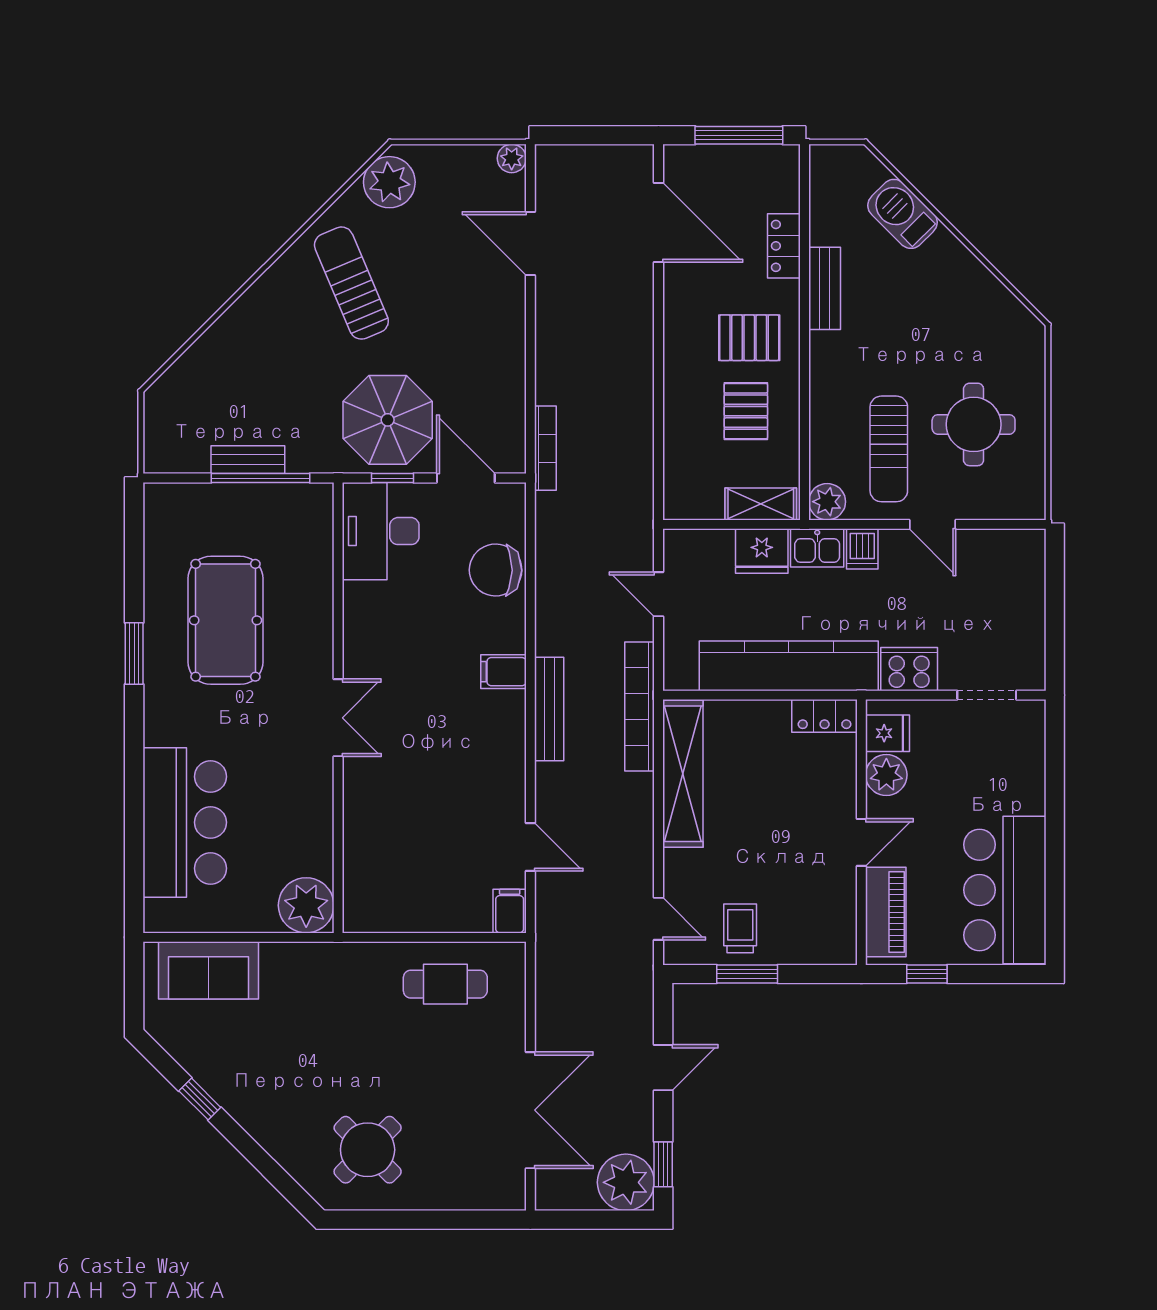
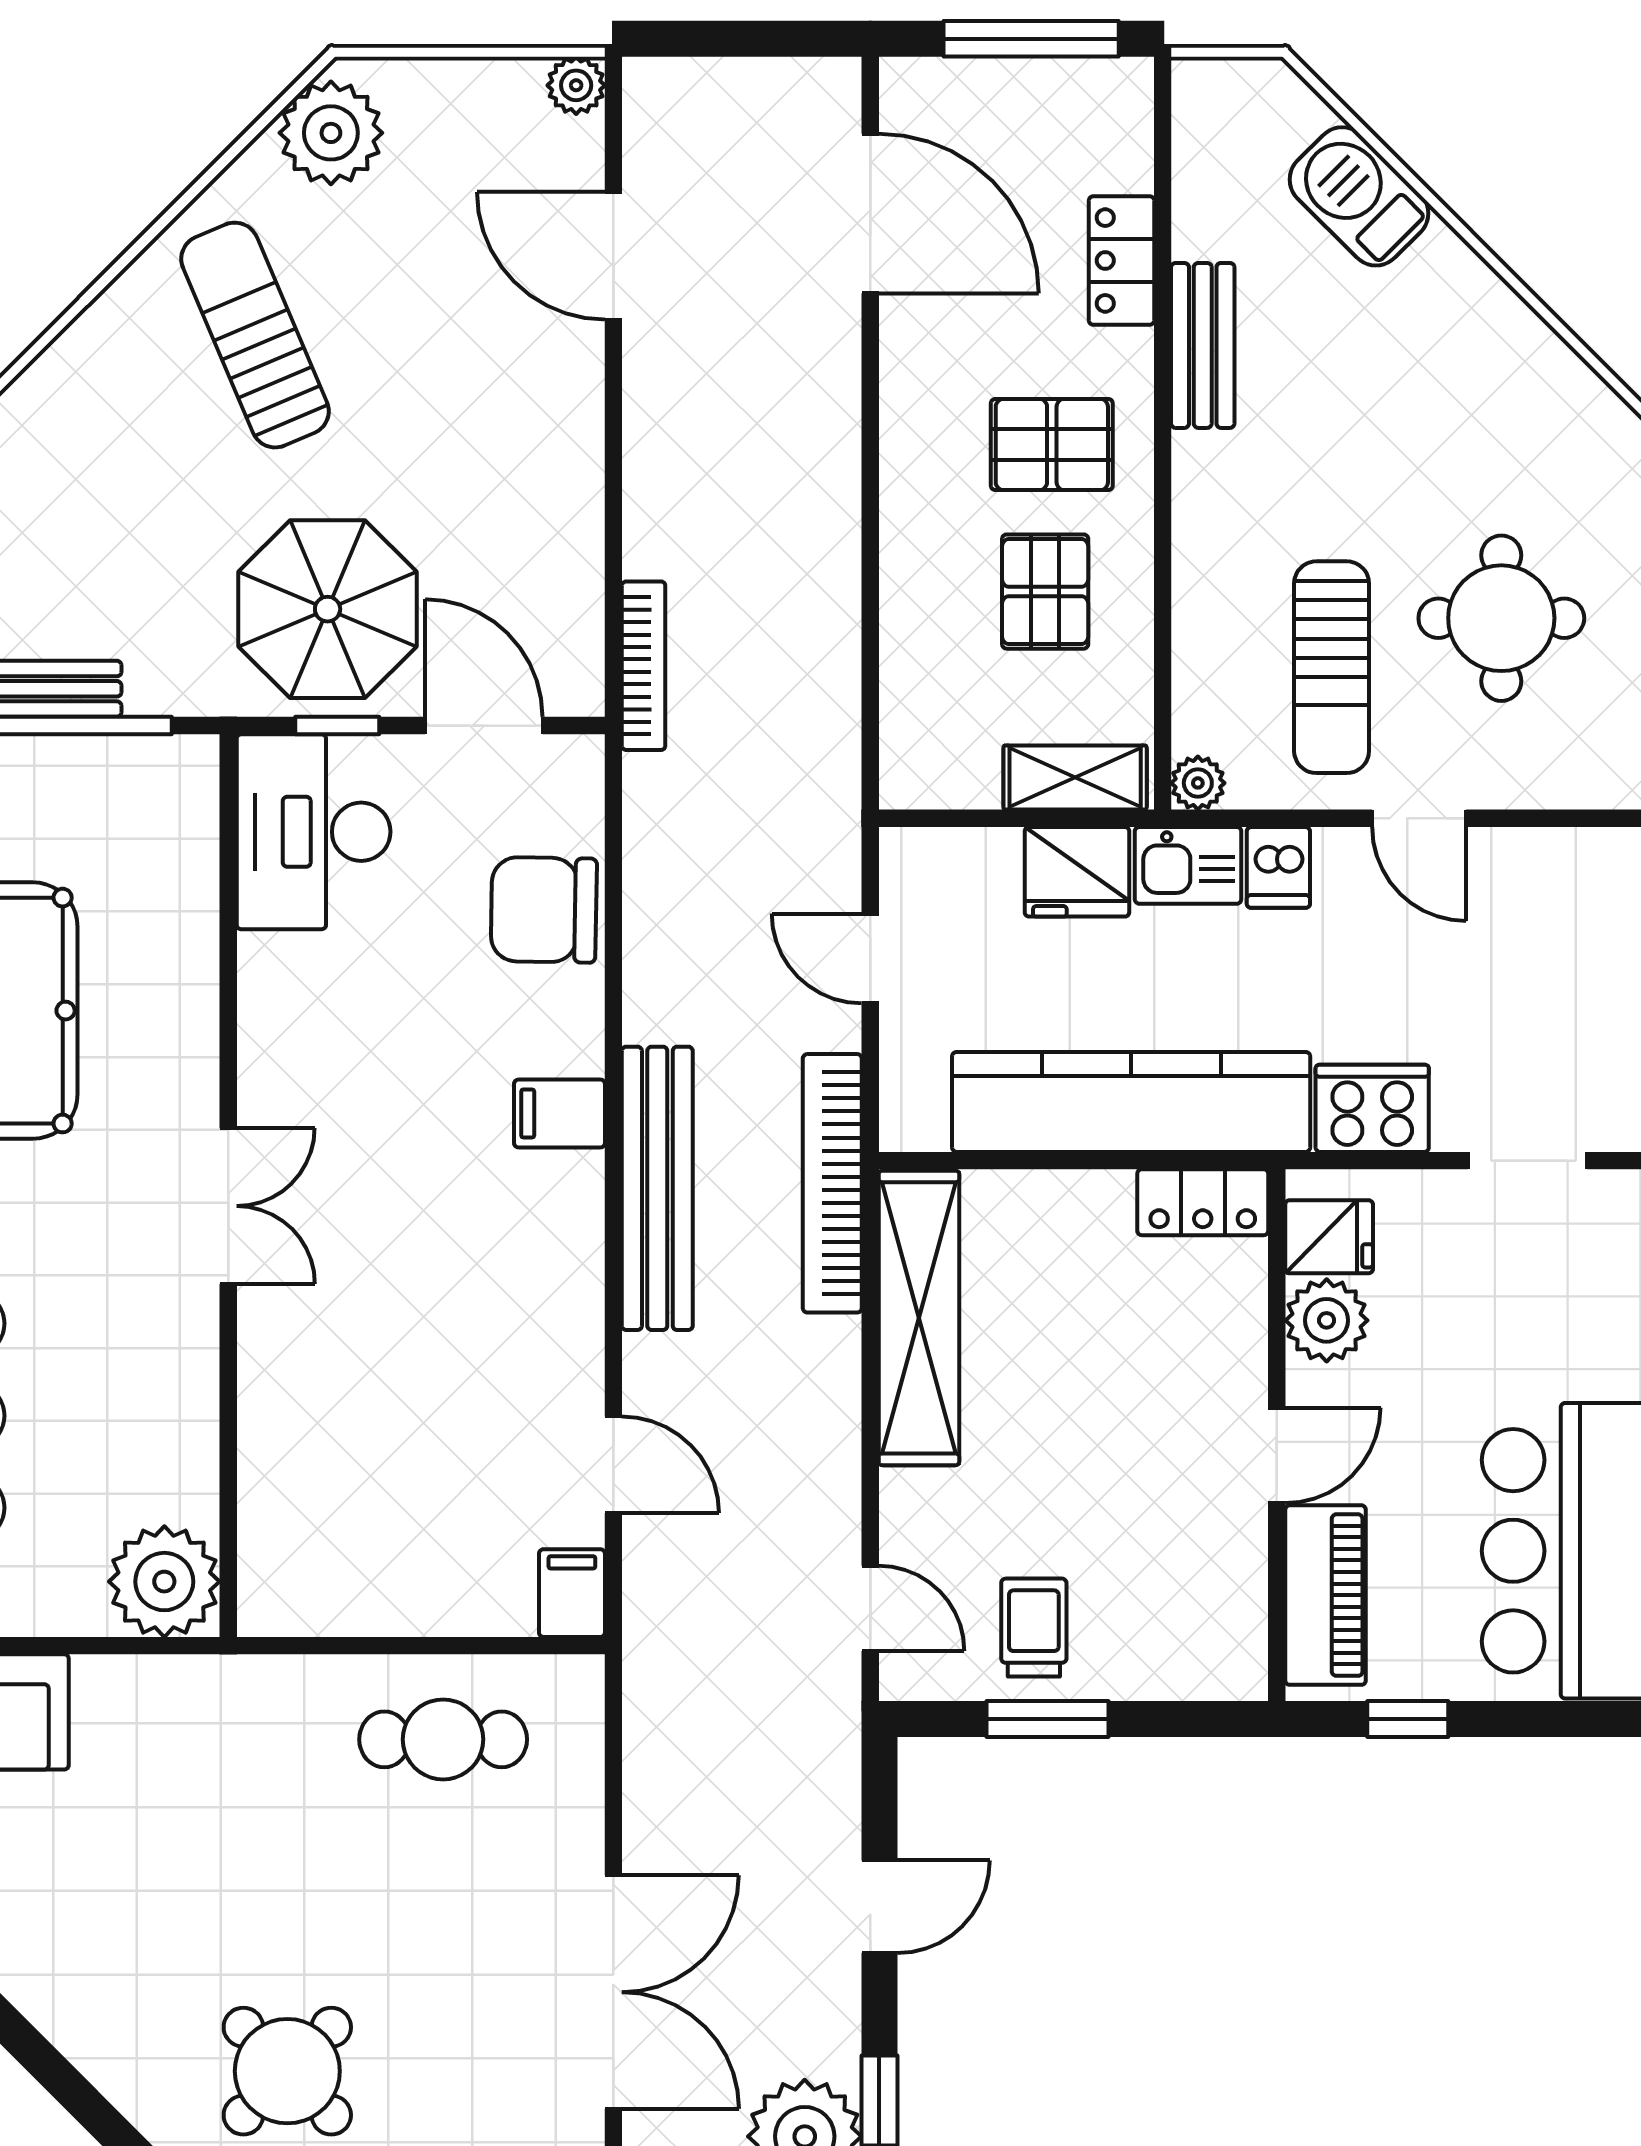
plant: (827, 502) -> (1198, 783), width x0.73, depth x0.73
bench: (549, 709) -> (657, 1188), width x1.37, depth x1.21

